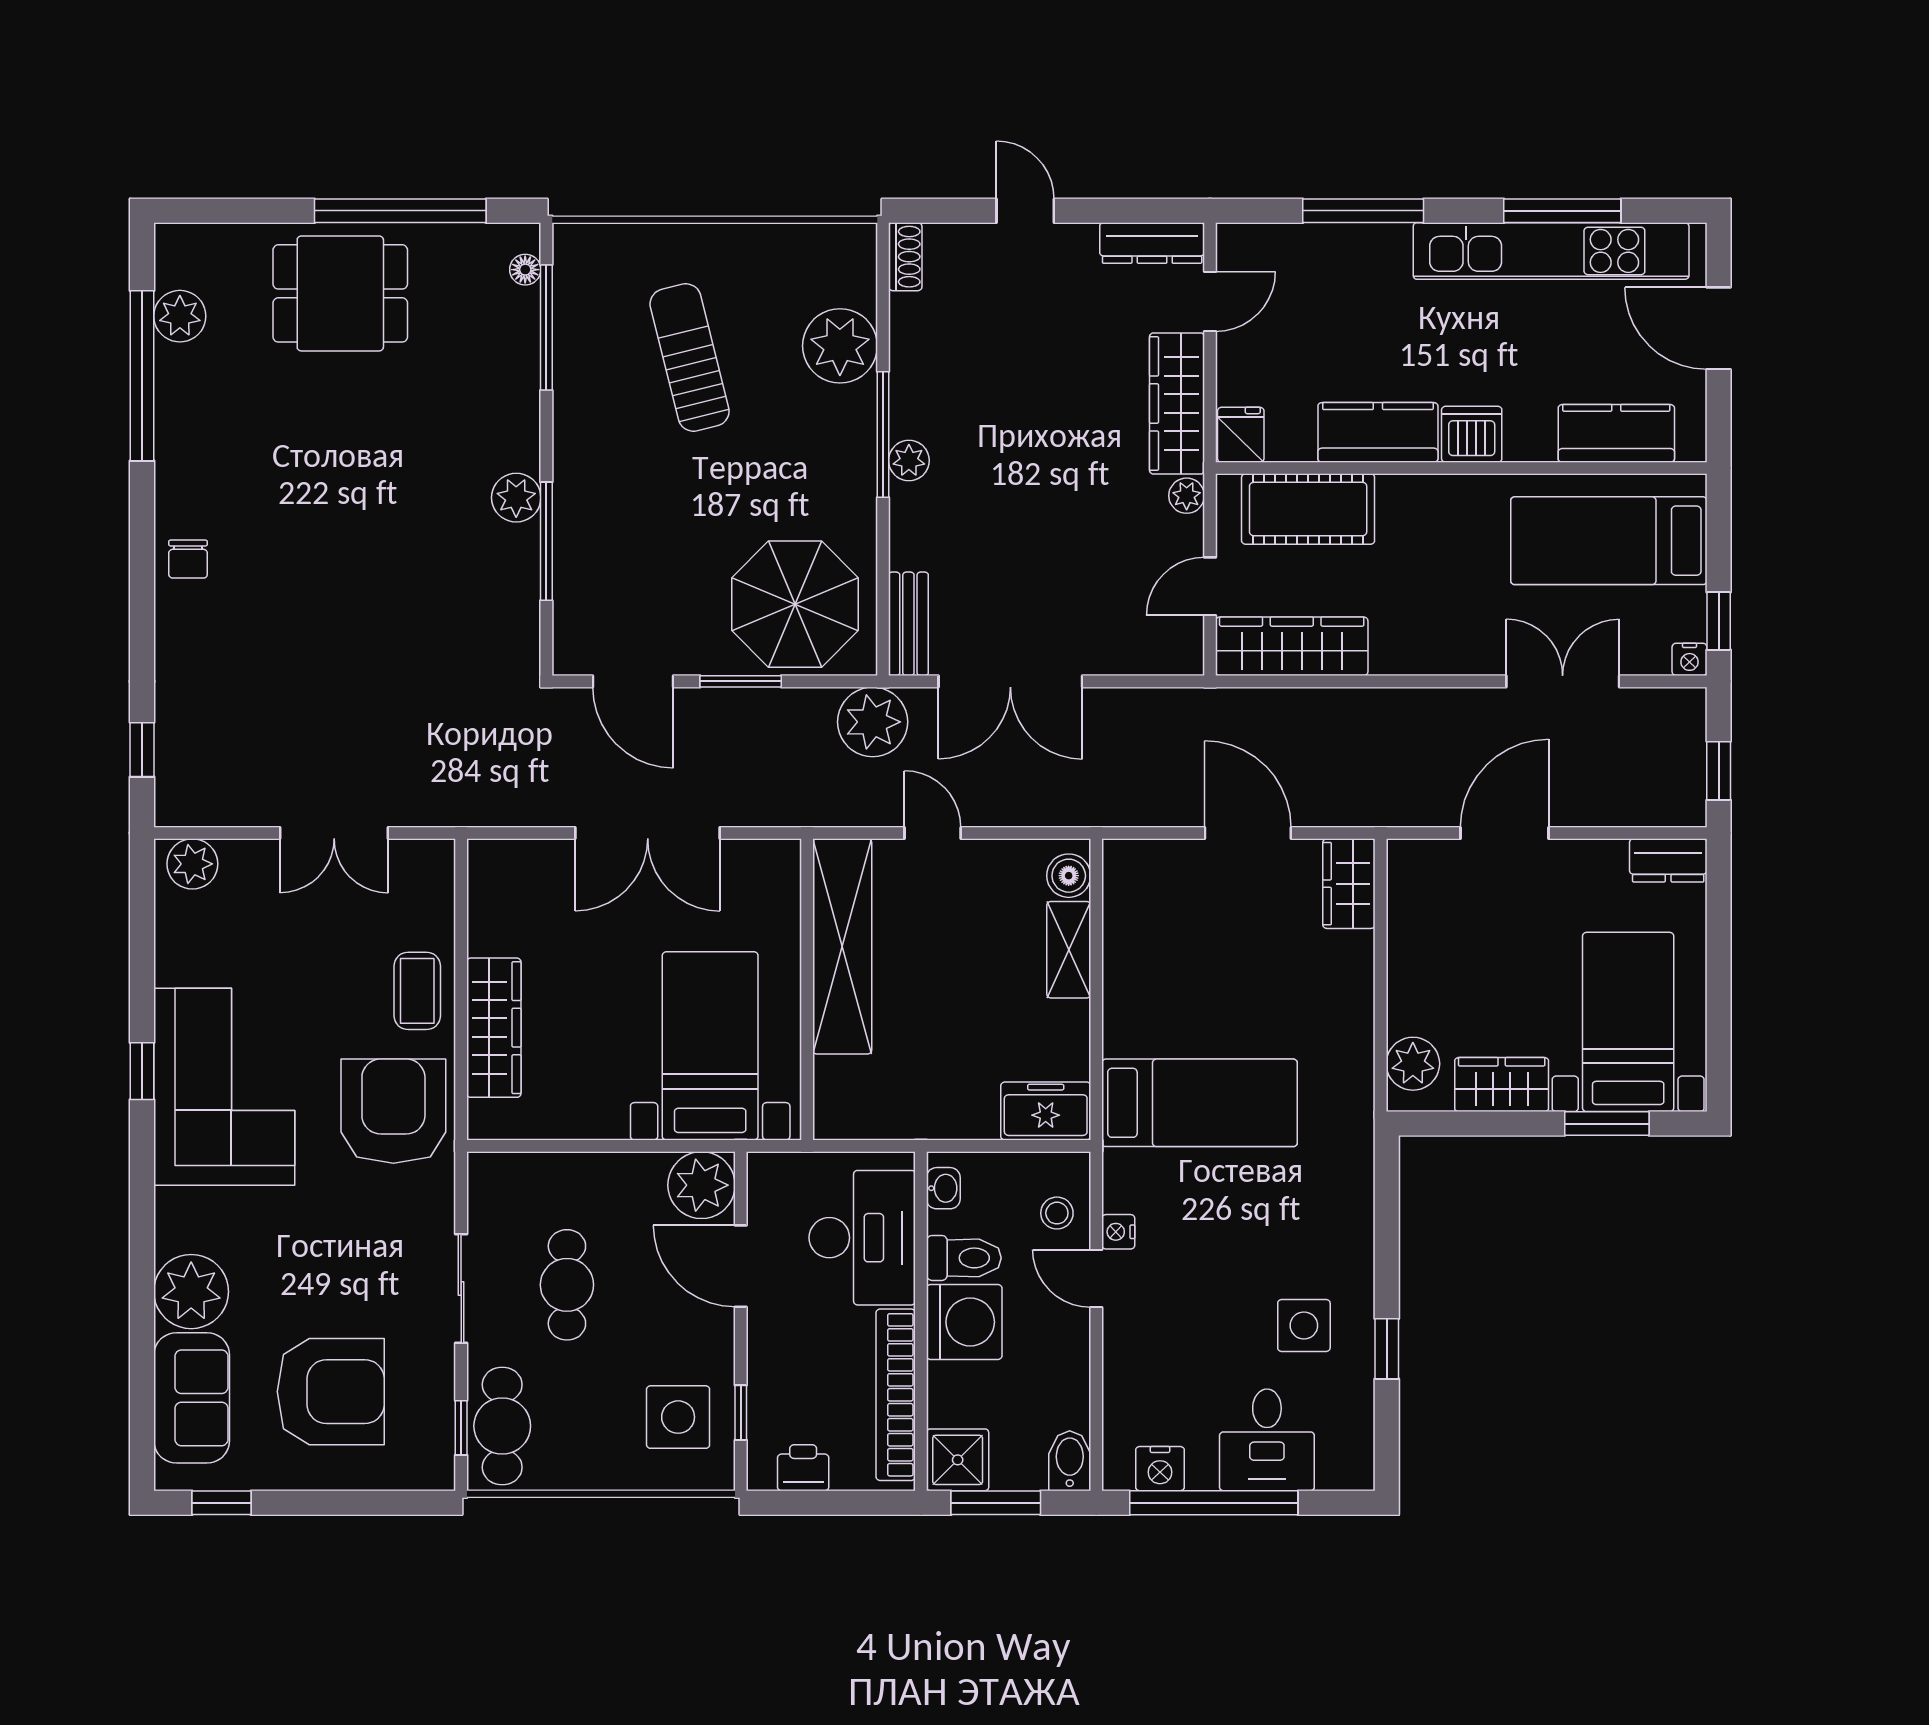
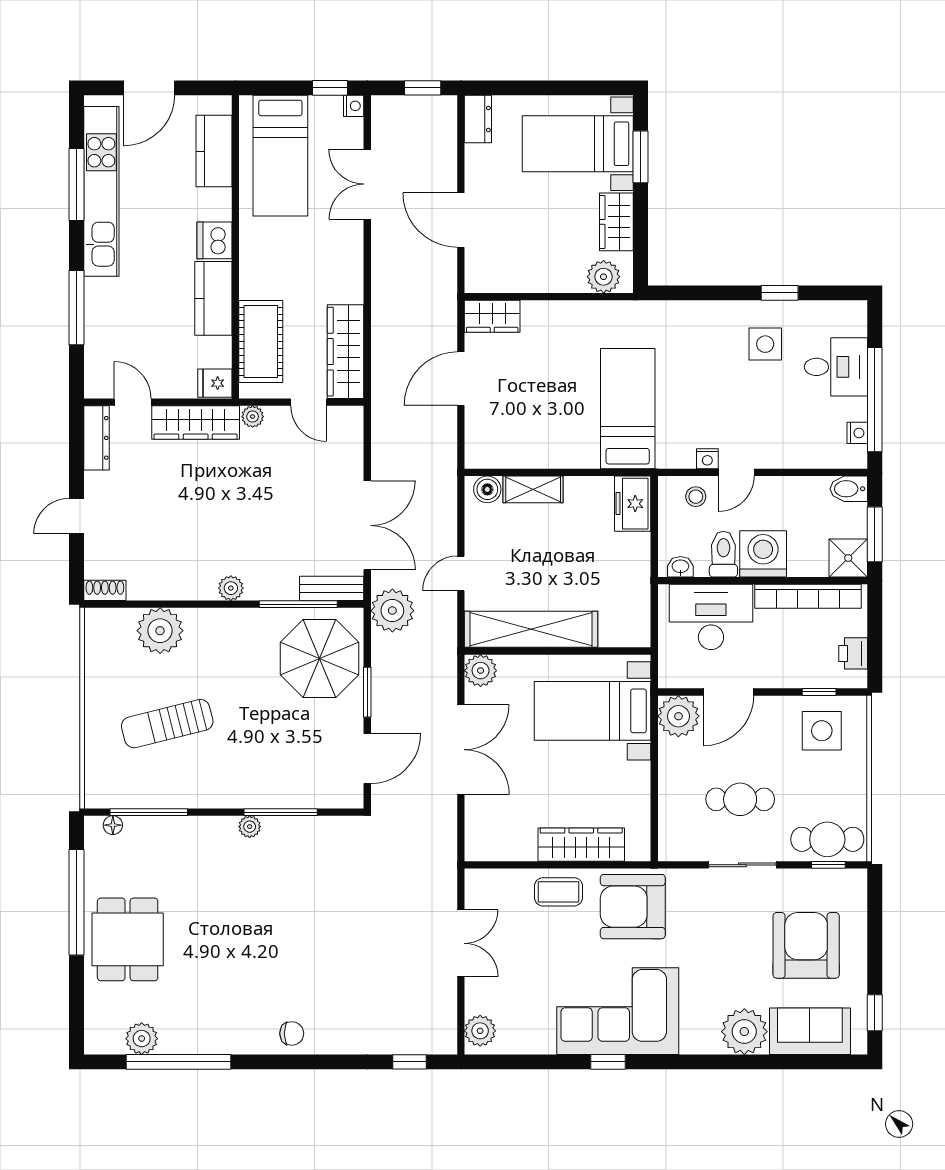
window: (883, 434) -> (298, 604), moved
plant: (516, 498) -> (250, 827), width x0.73, depth x0.73
plant: (775, 865) -> (481, 671), added
nightstand: (1160, 1469) -> (857, 433), width x0.72, depth x0.74

